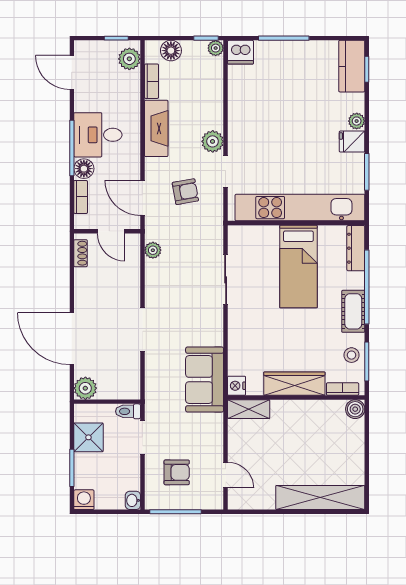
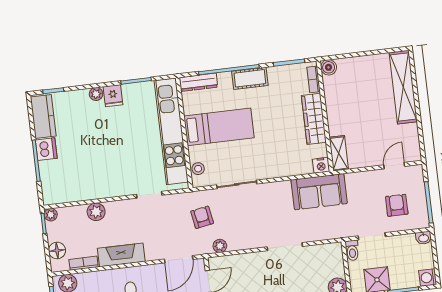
dishwasher: (240, 52) -> (46, 149), moved
kitchen counter: (352, 66) -> (43, 116), moved, turned -90
plant: (213, 141) -> (96, 212), moved
armchair: (185, 192) -> (202, 217), moved
stool: (352, 355) -> (198, 169), moved

